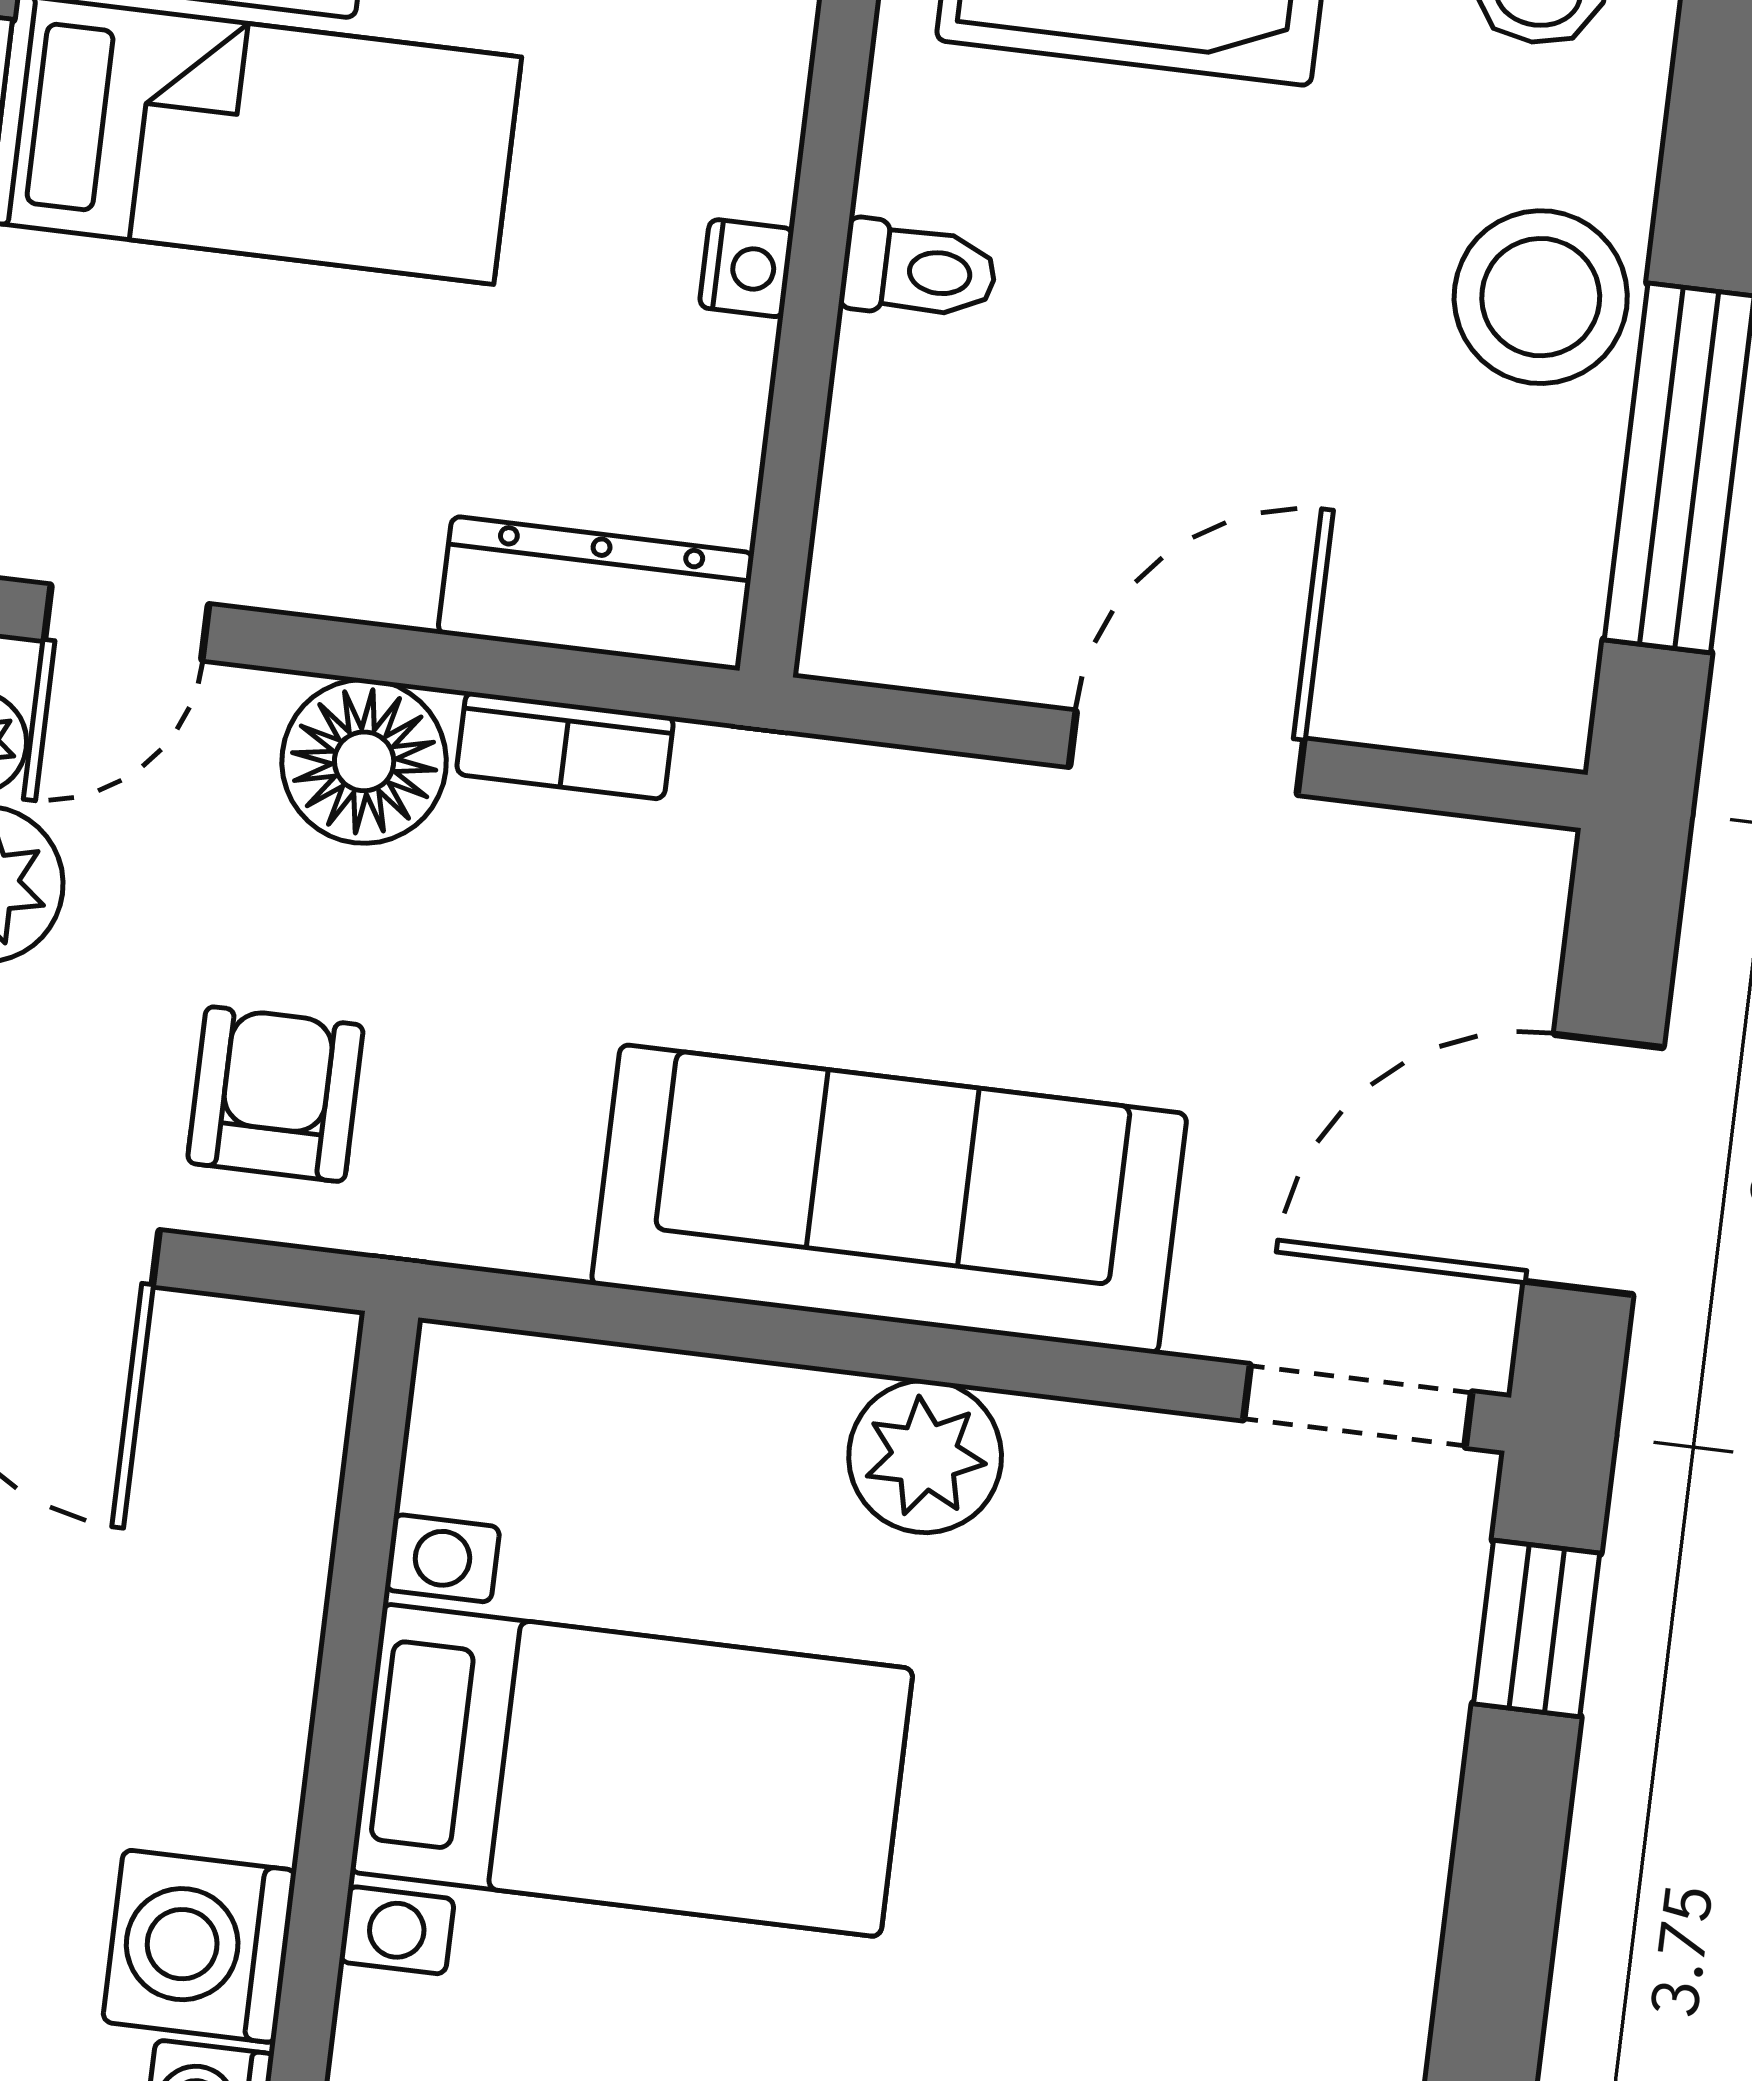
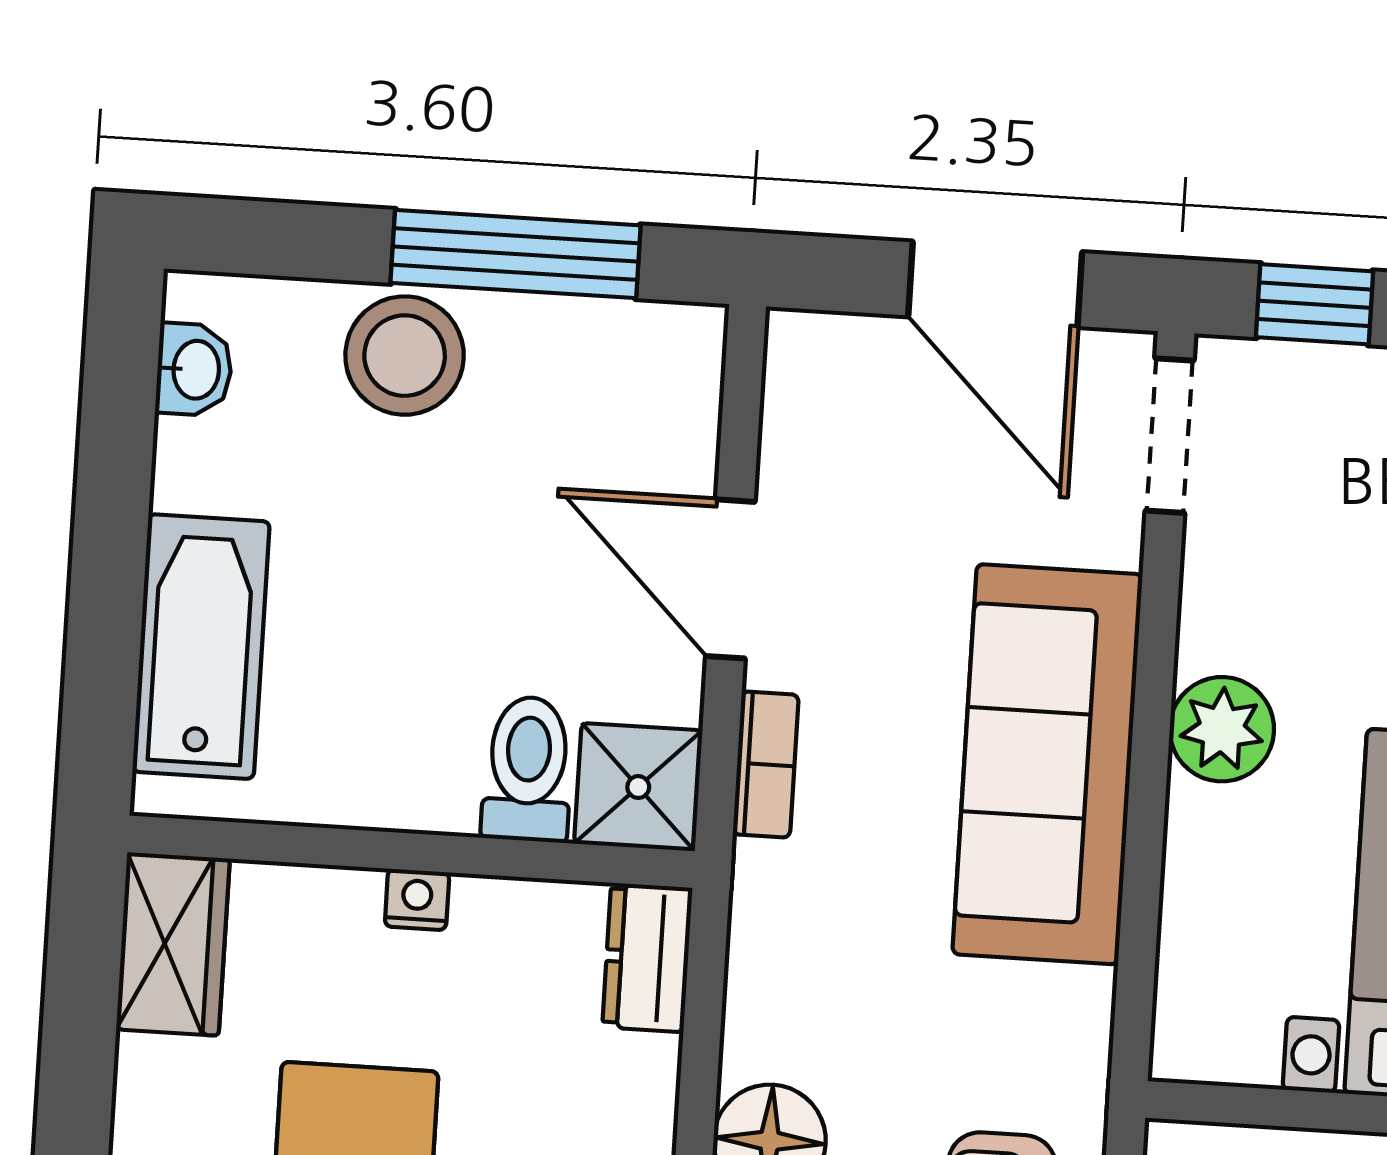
toilet: (919, 271) -> (528, 769), moved, width x1.37, depth x1.39
dresser: (596, 593) -> (647, 958), width x0.70
shower: (891, 600) -> (638, 787), added
bookcase: (565, 746) -> (766, 764), moved

